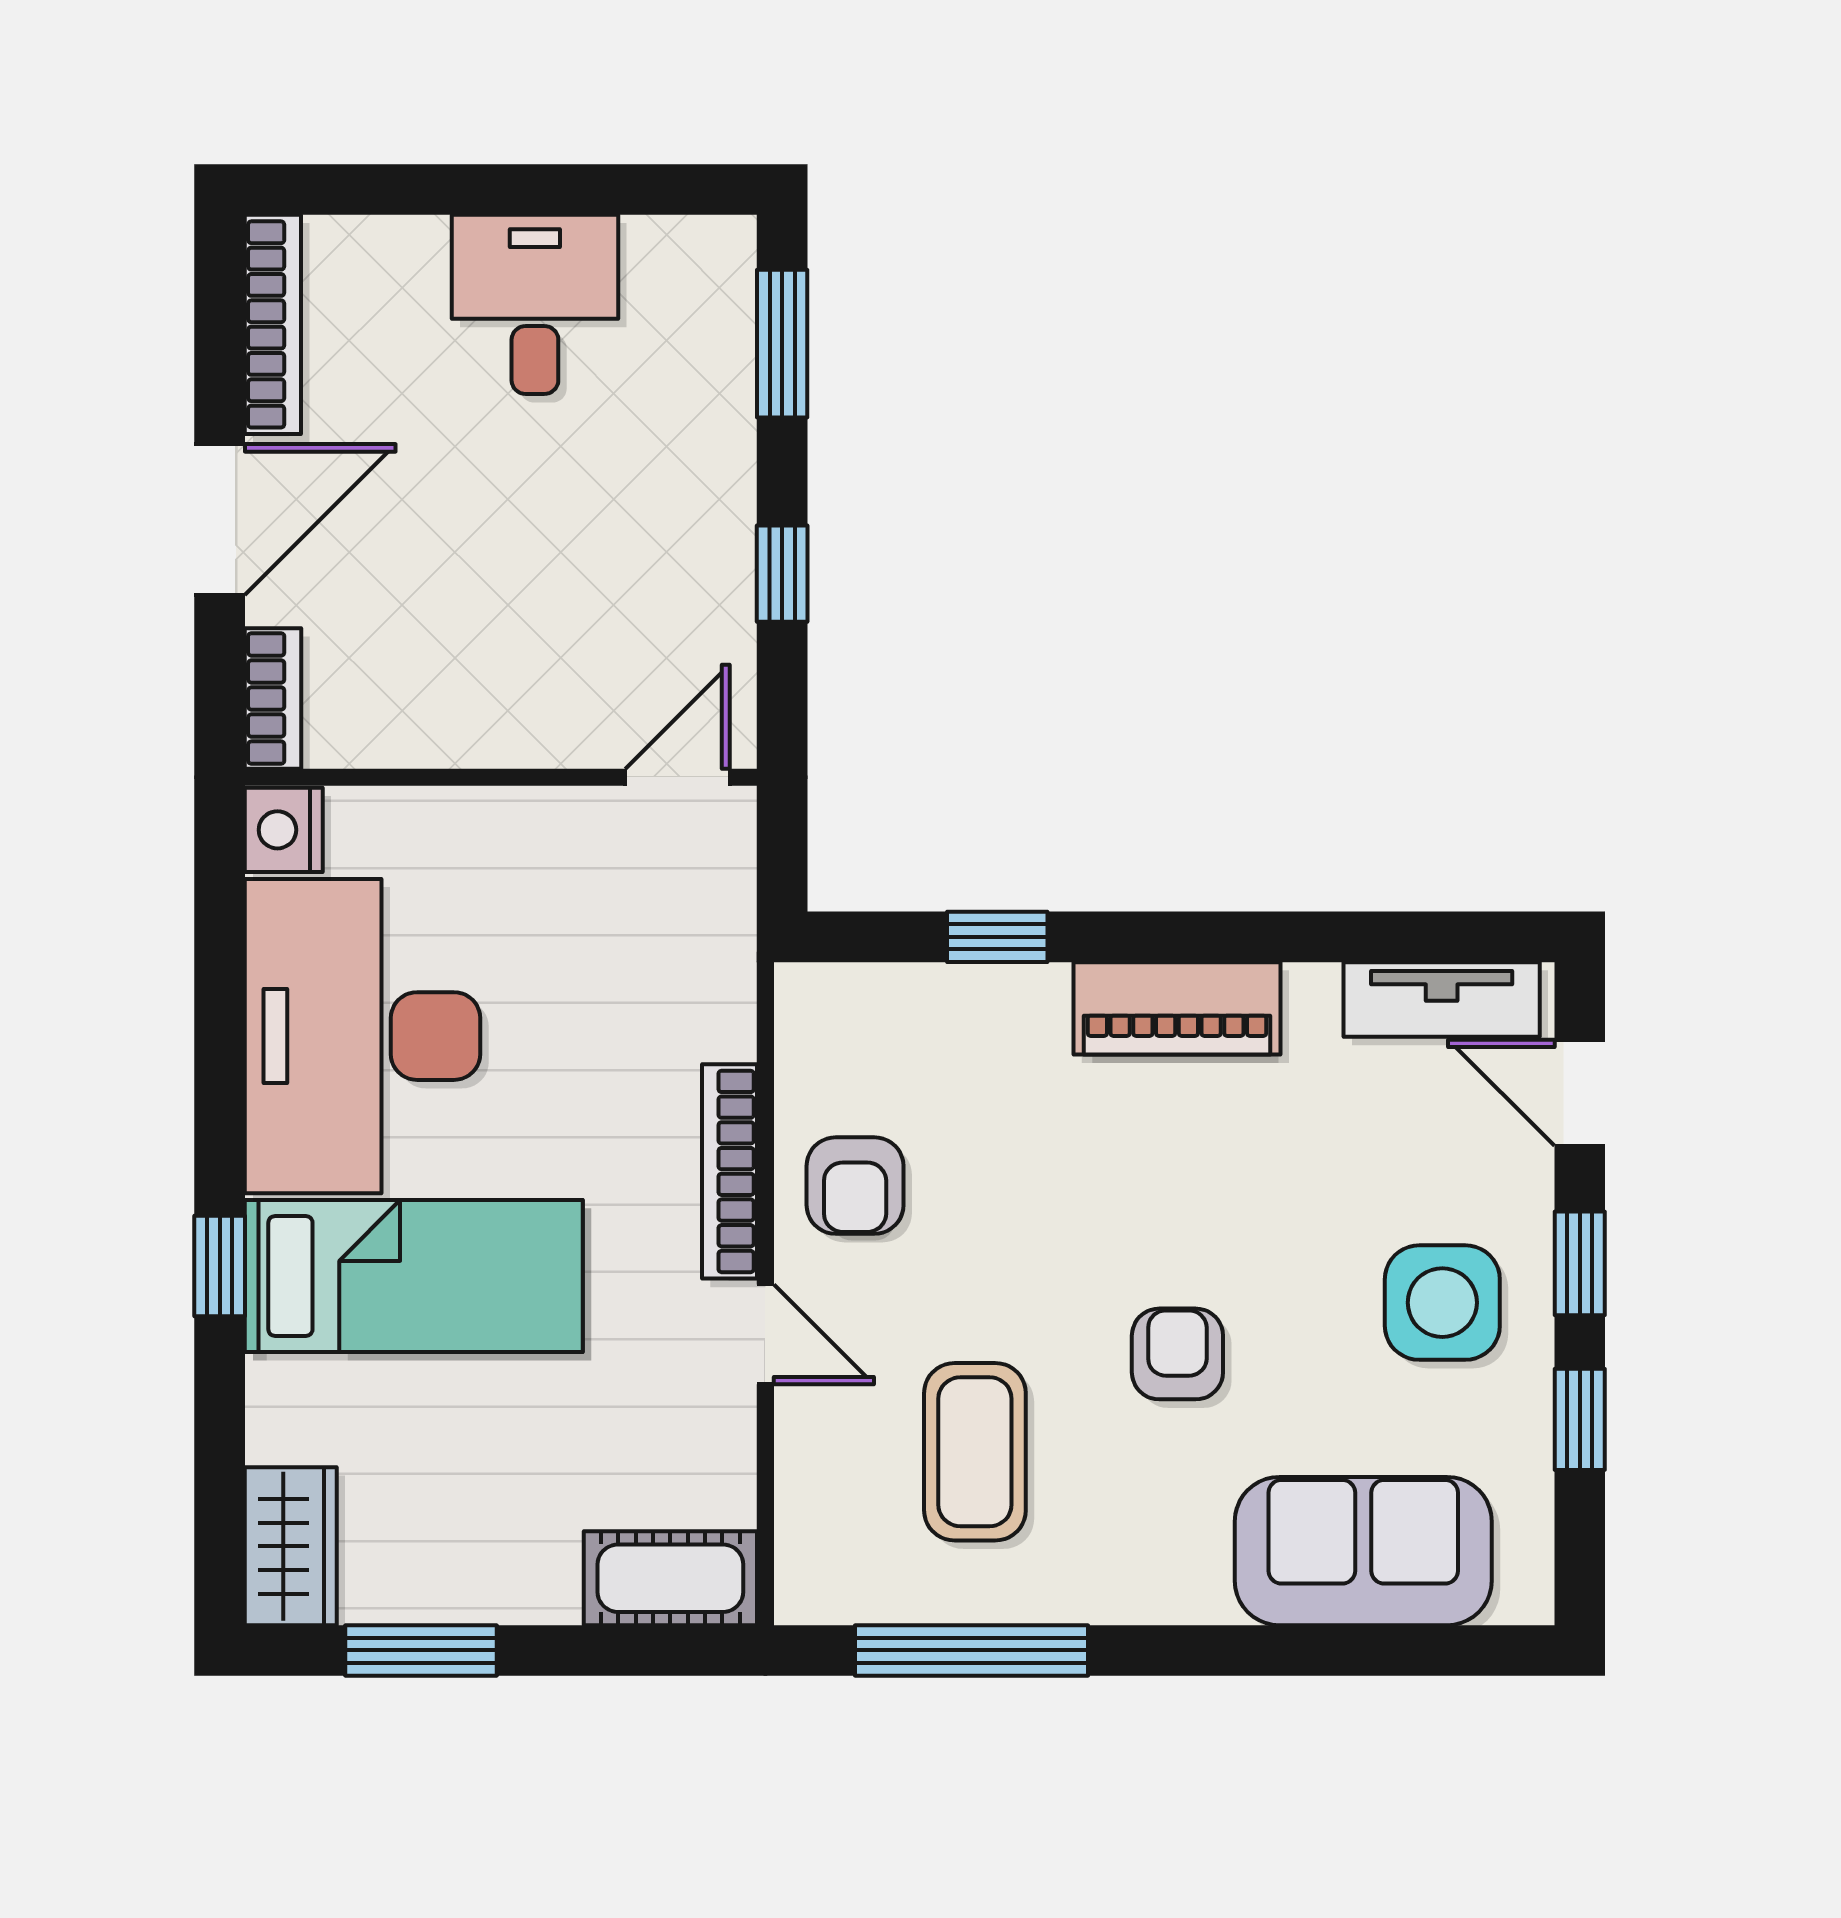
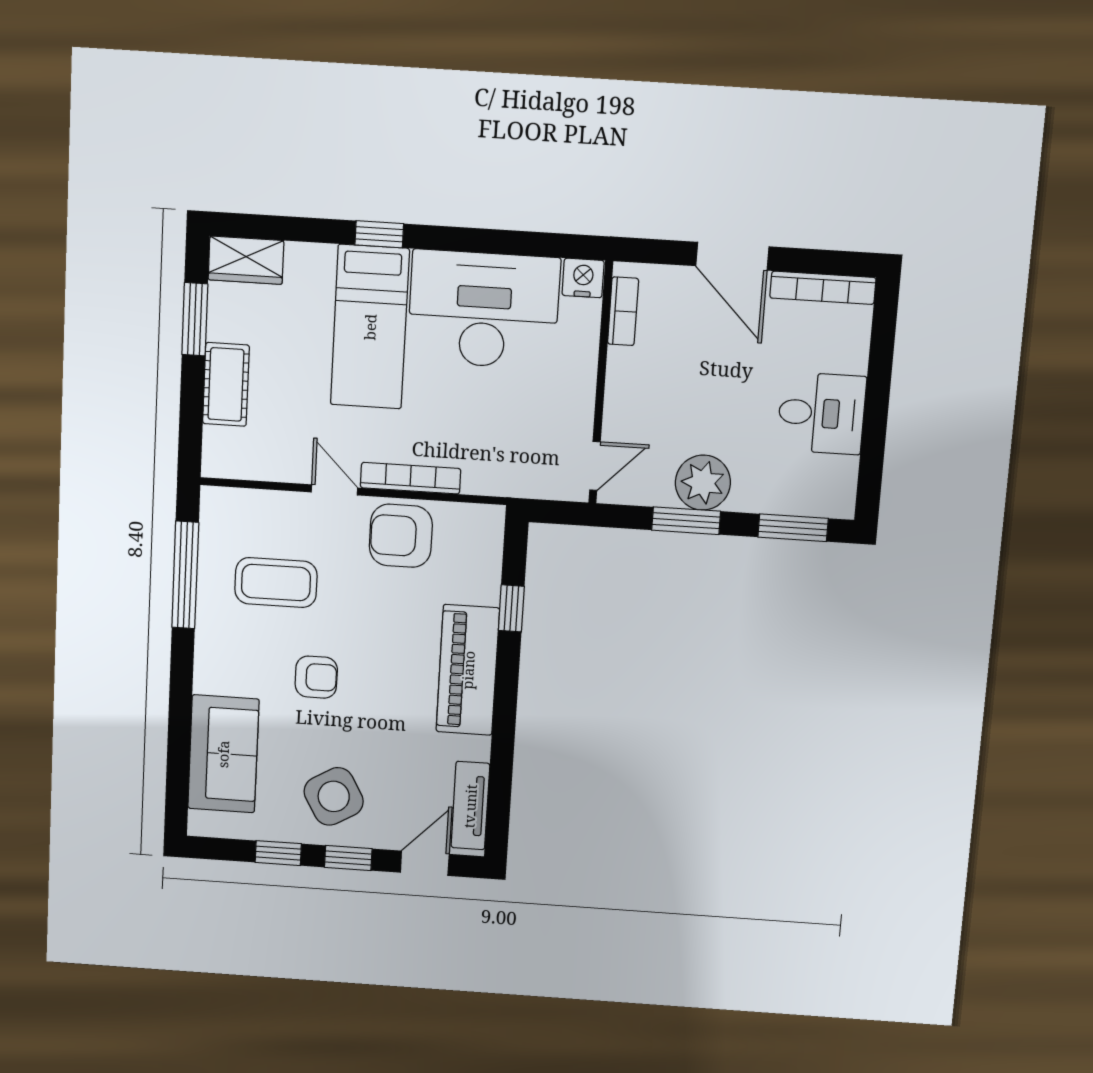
plant: (698, 544) -> (703, 483), added
window: (782, 574) -> (686, 521), width x1.50
bookcase: (273, 699) -> (623, 311), moved, turned -90
door: (677, 777) -> (595, 466), hinge flipped
piano: (1177, 1008) -> (468, 670), width x1.37, depth x1.33
armchair: (855, 1186) -> (401, 536), width x1.38, depth x1.38
side table: (1442, 1303) -> (334, 796), turned -30
door: (765, 1334) -> (334, 490), swing flipped
cot: (670, 1578) -> (226, 384), moved

